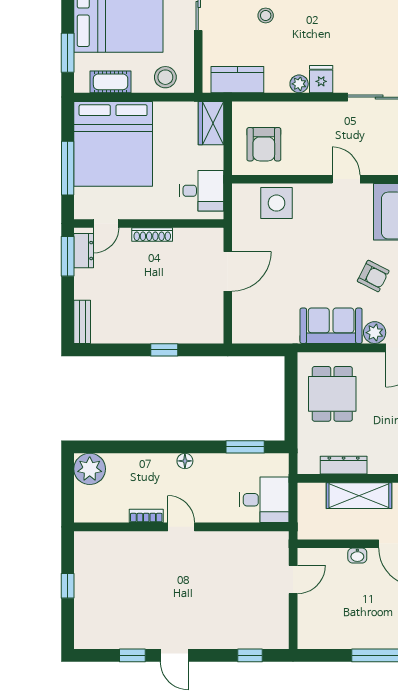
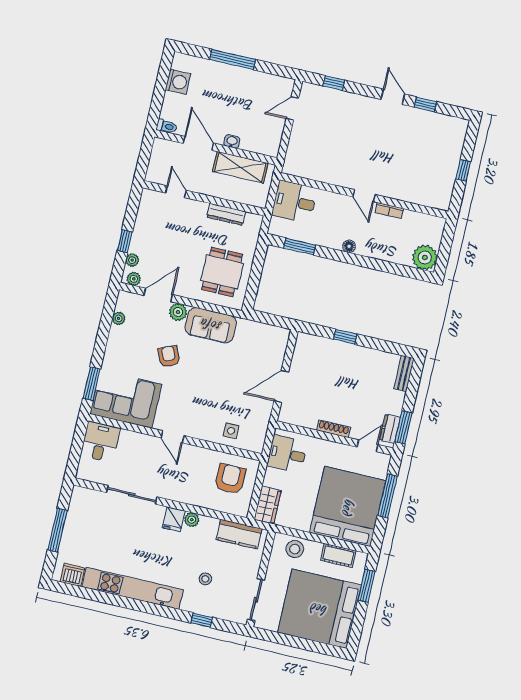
side table: (277, 203) -> (231, 431), width x0.54, depth x0.54
armchair: (373, 276) -> (169, 356), turned 39
shelving: (359, 496) -> (240, 167), moved
door: (293, 580) -> (292, 108), moved

